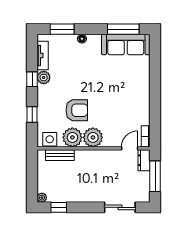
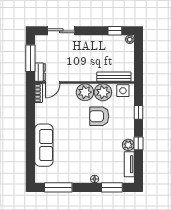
sofa: (126, 45) -> (44, 145), moved, turned 90
bench: (60, 155) -> (114, 77), width x1.36

